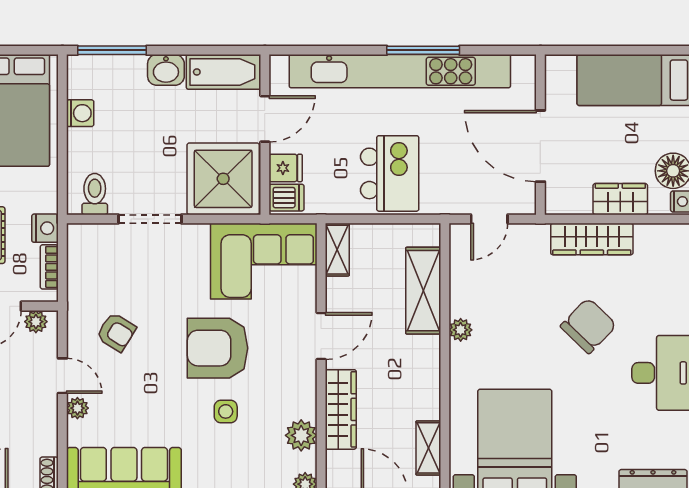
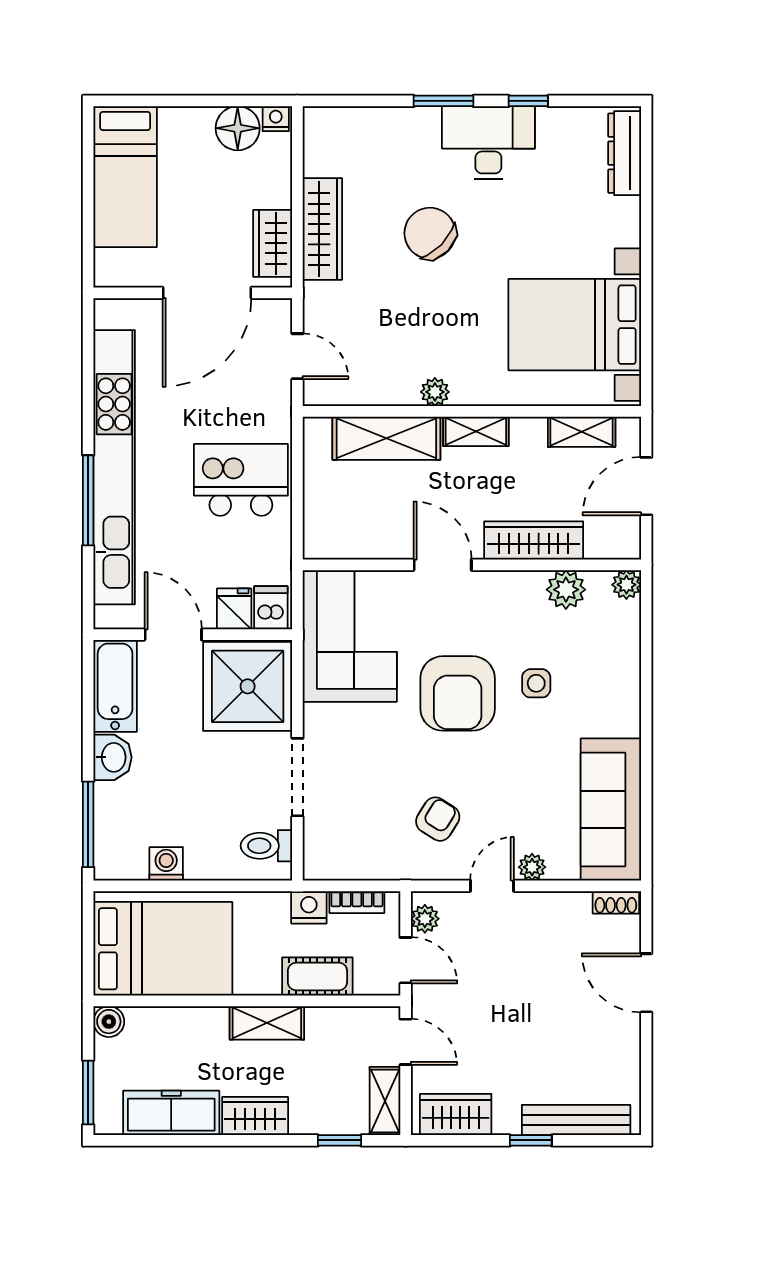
window: (423, 50) -> (88, 500), moved
wardrobe: (620, 199) -> (273, 243), moved
shelving: (337, 250) -> (476, 431), moved

